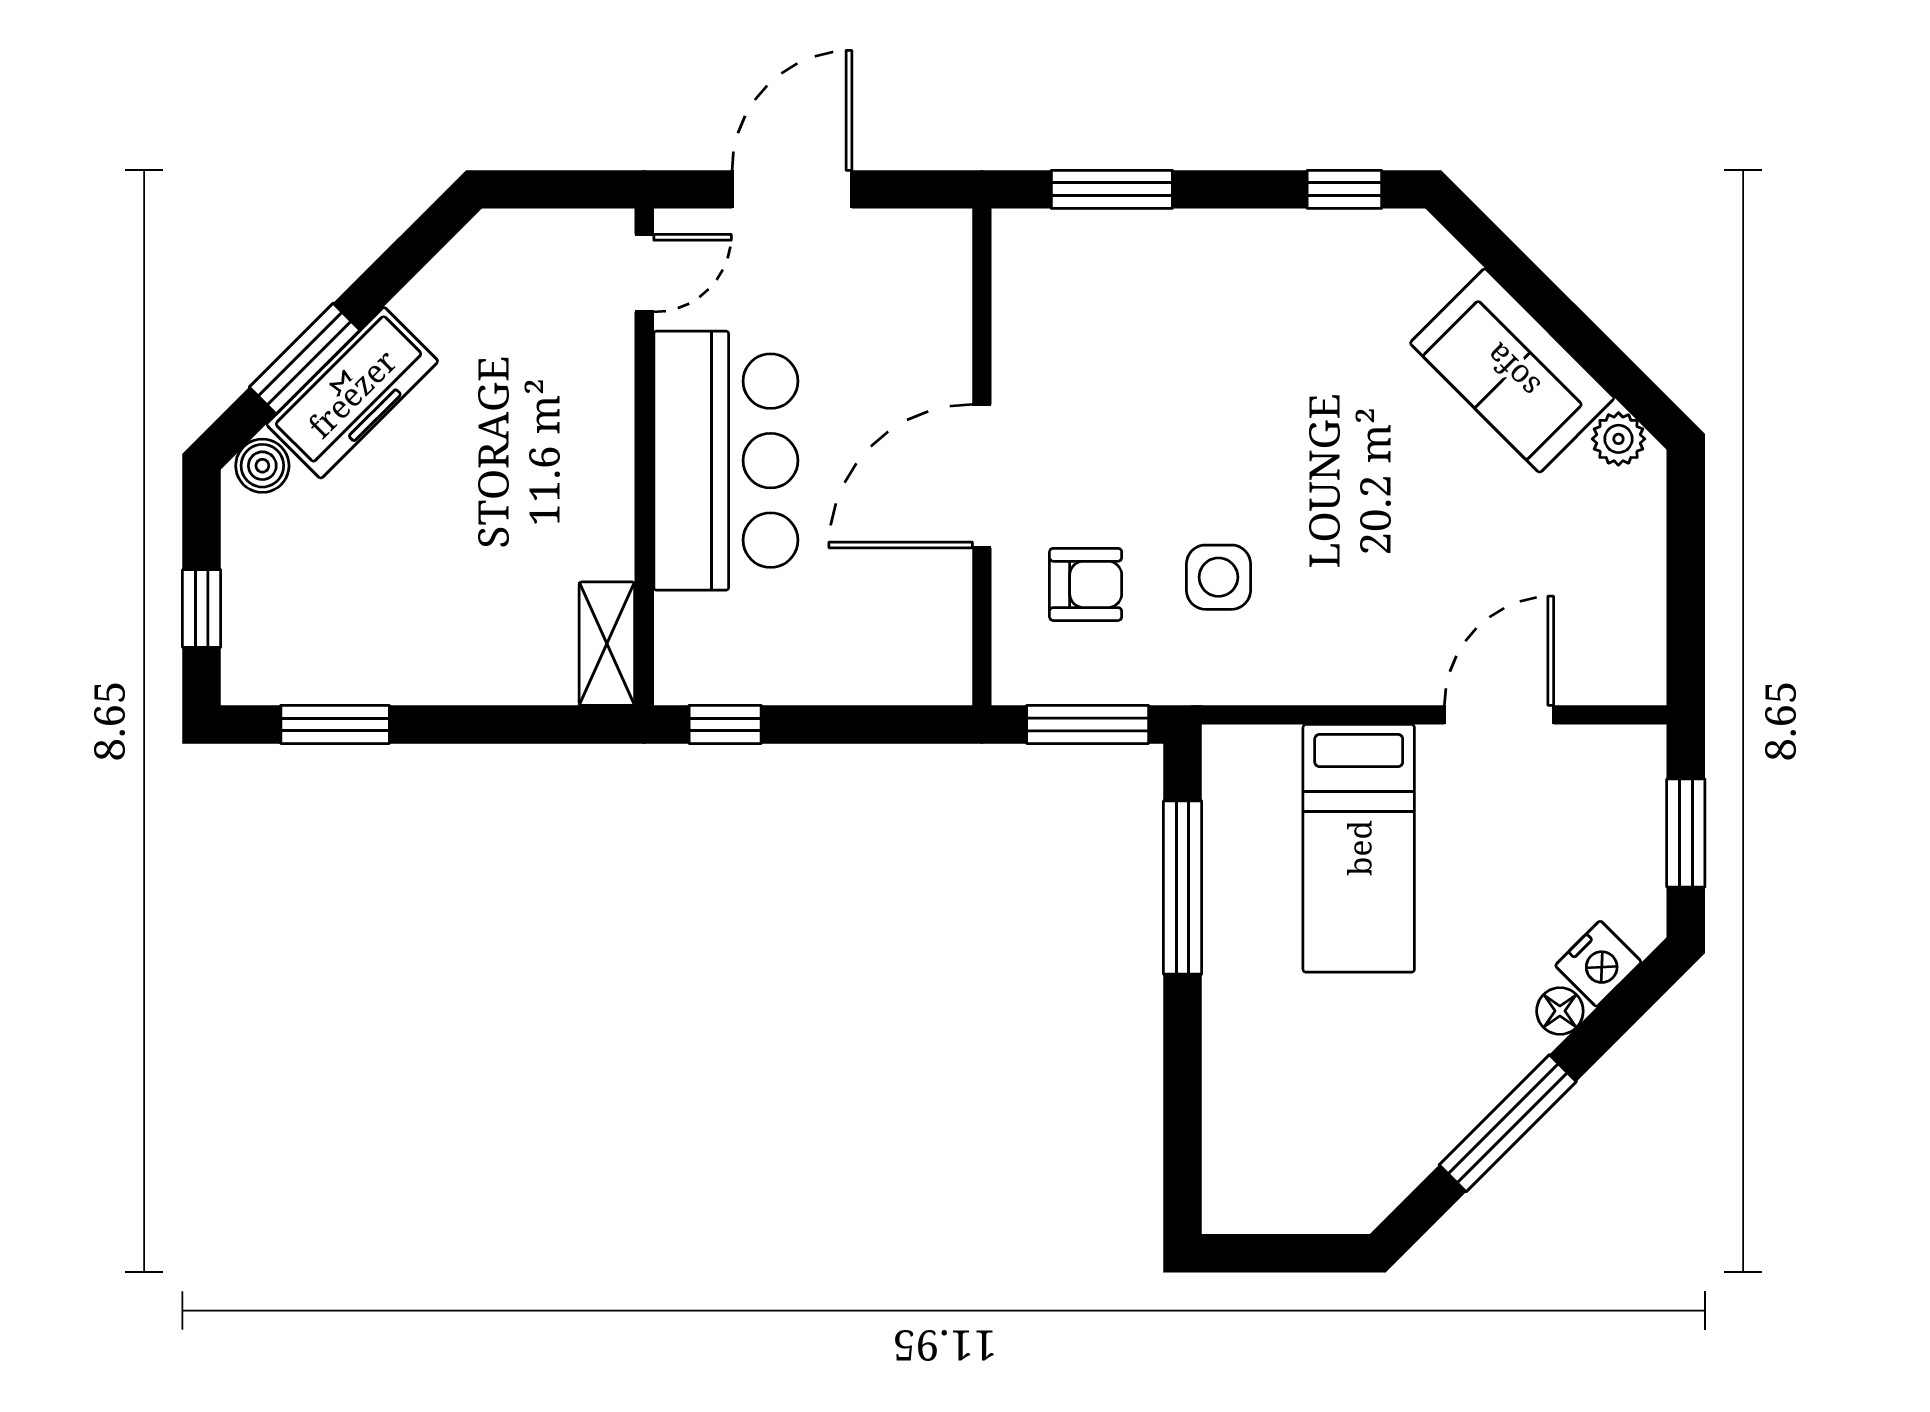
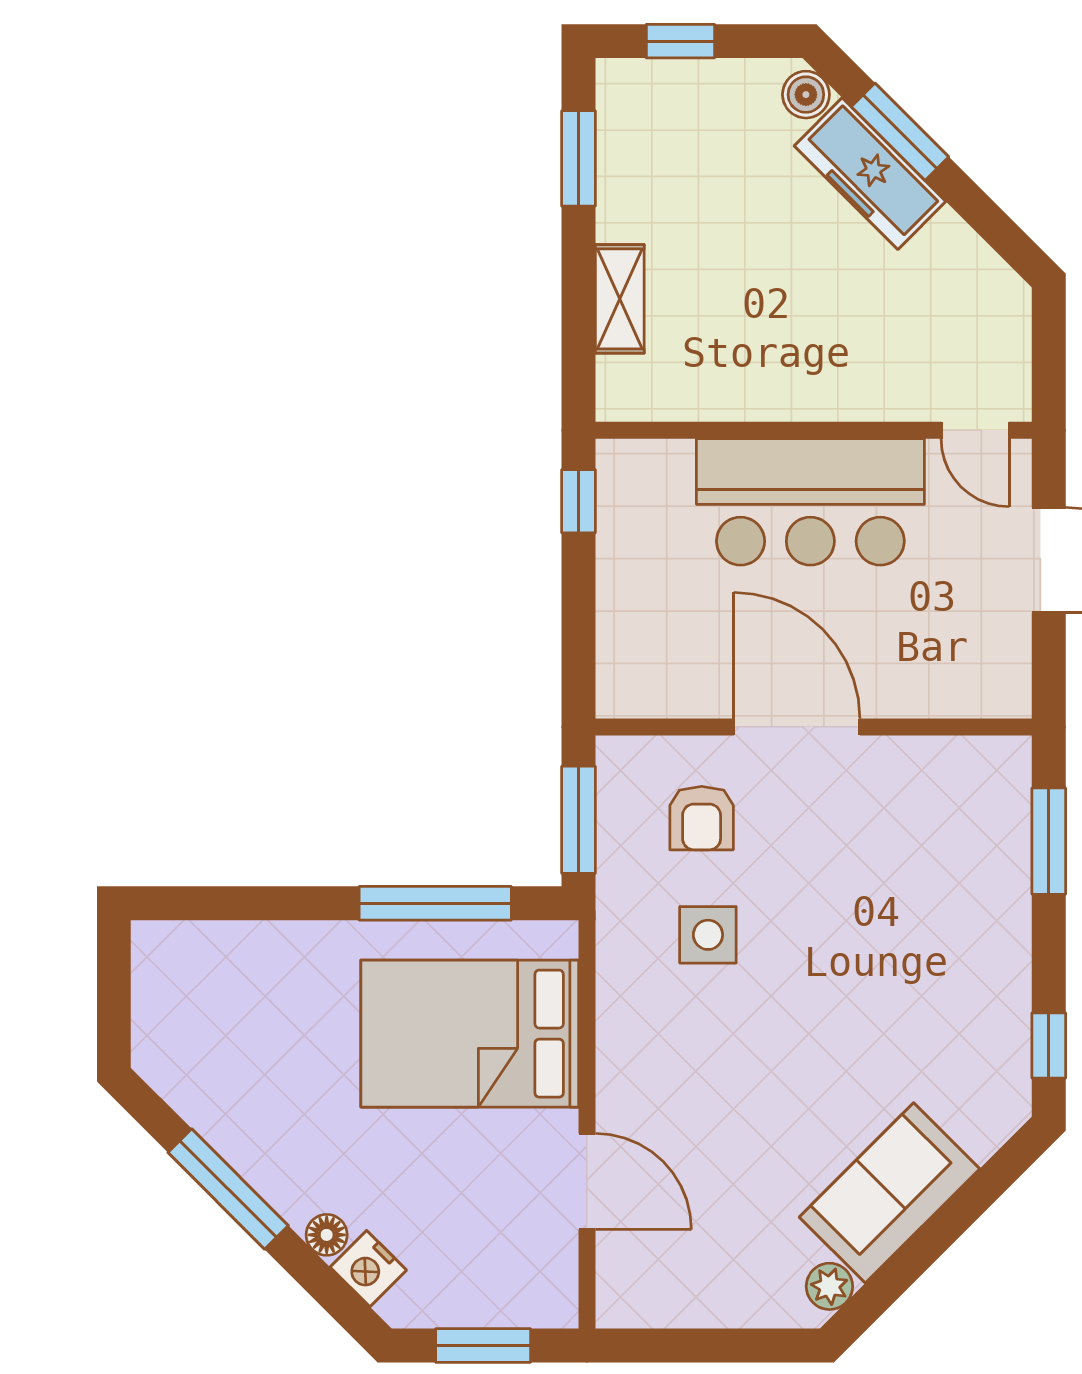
shelving: (607, 644) -> (620, 299), moved, turned 90
bed: (1359, 848) -> (470, 1034), width x1.50

